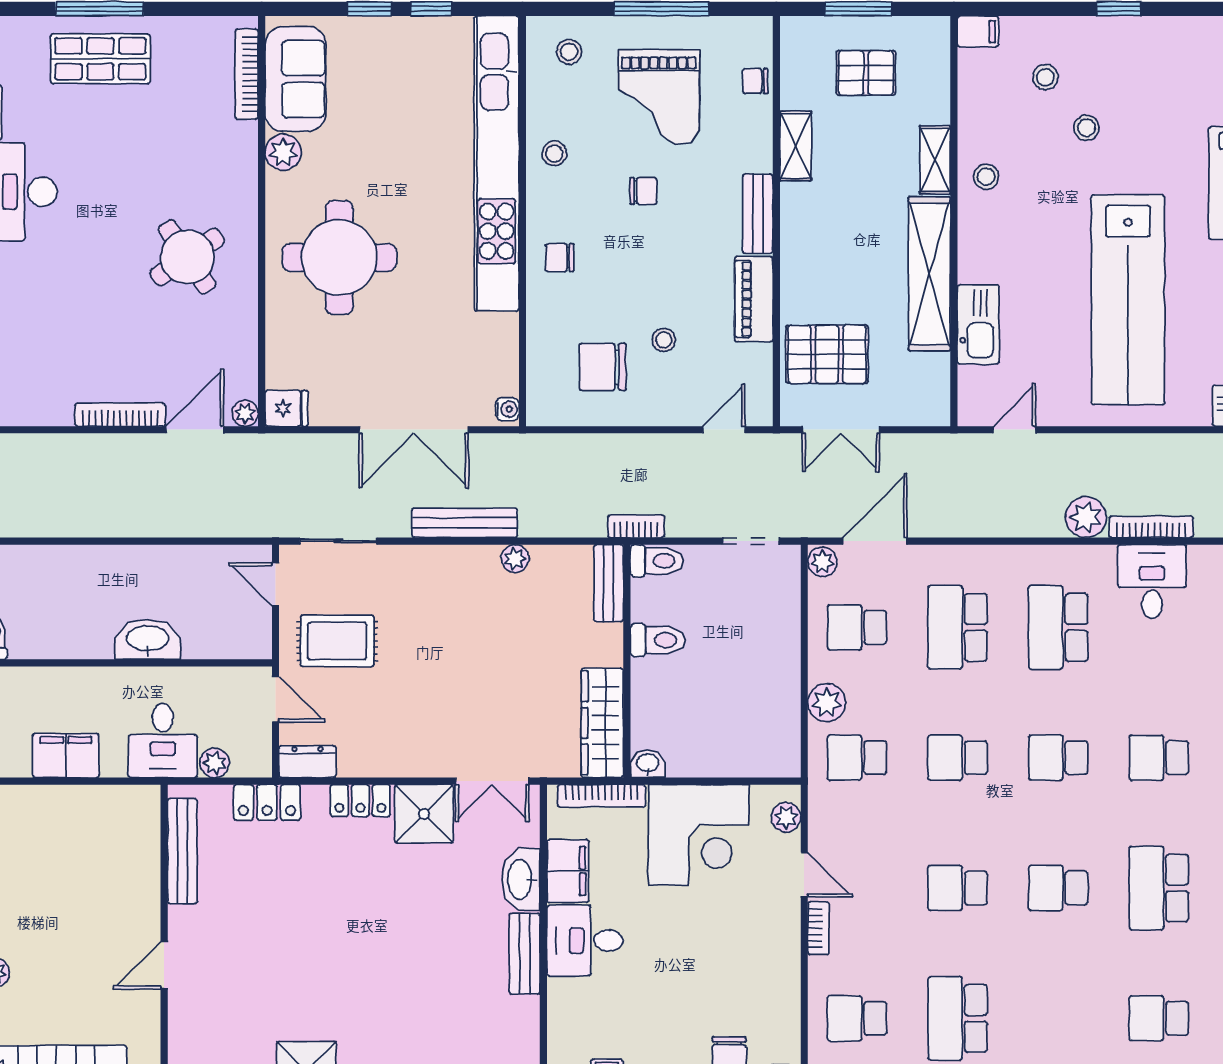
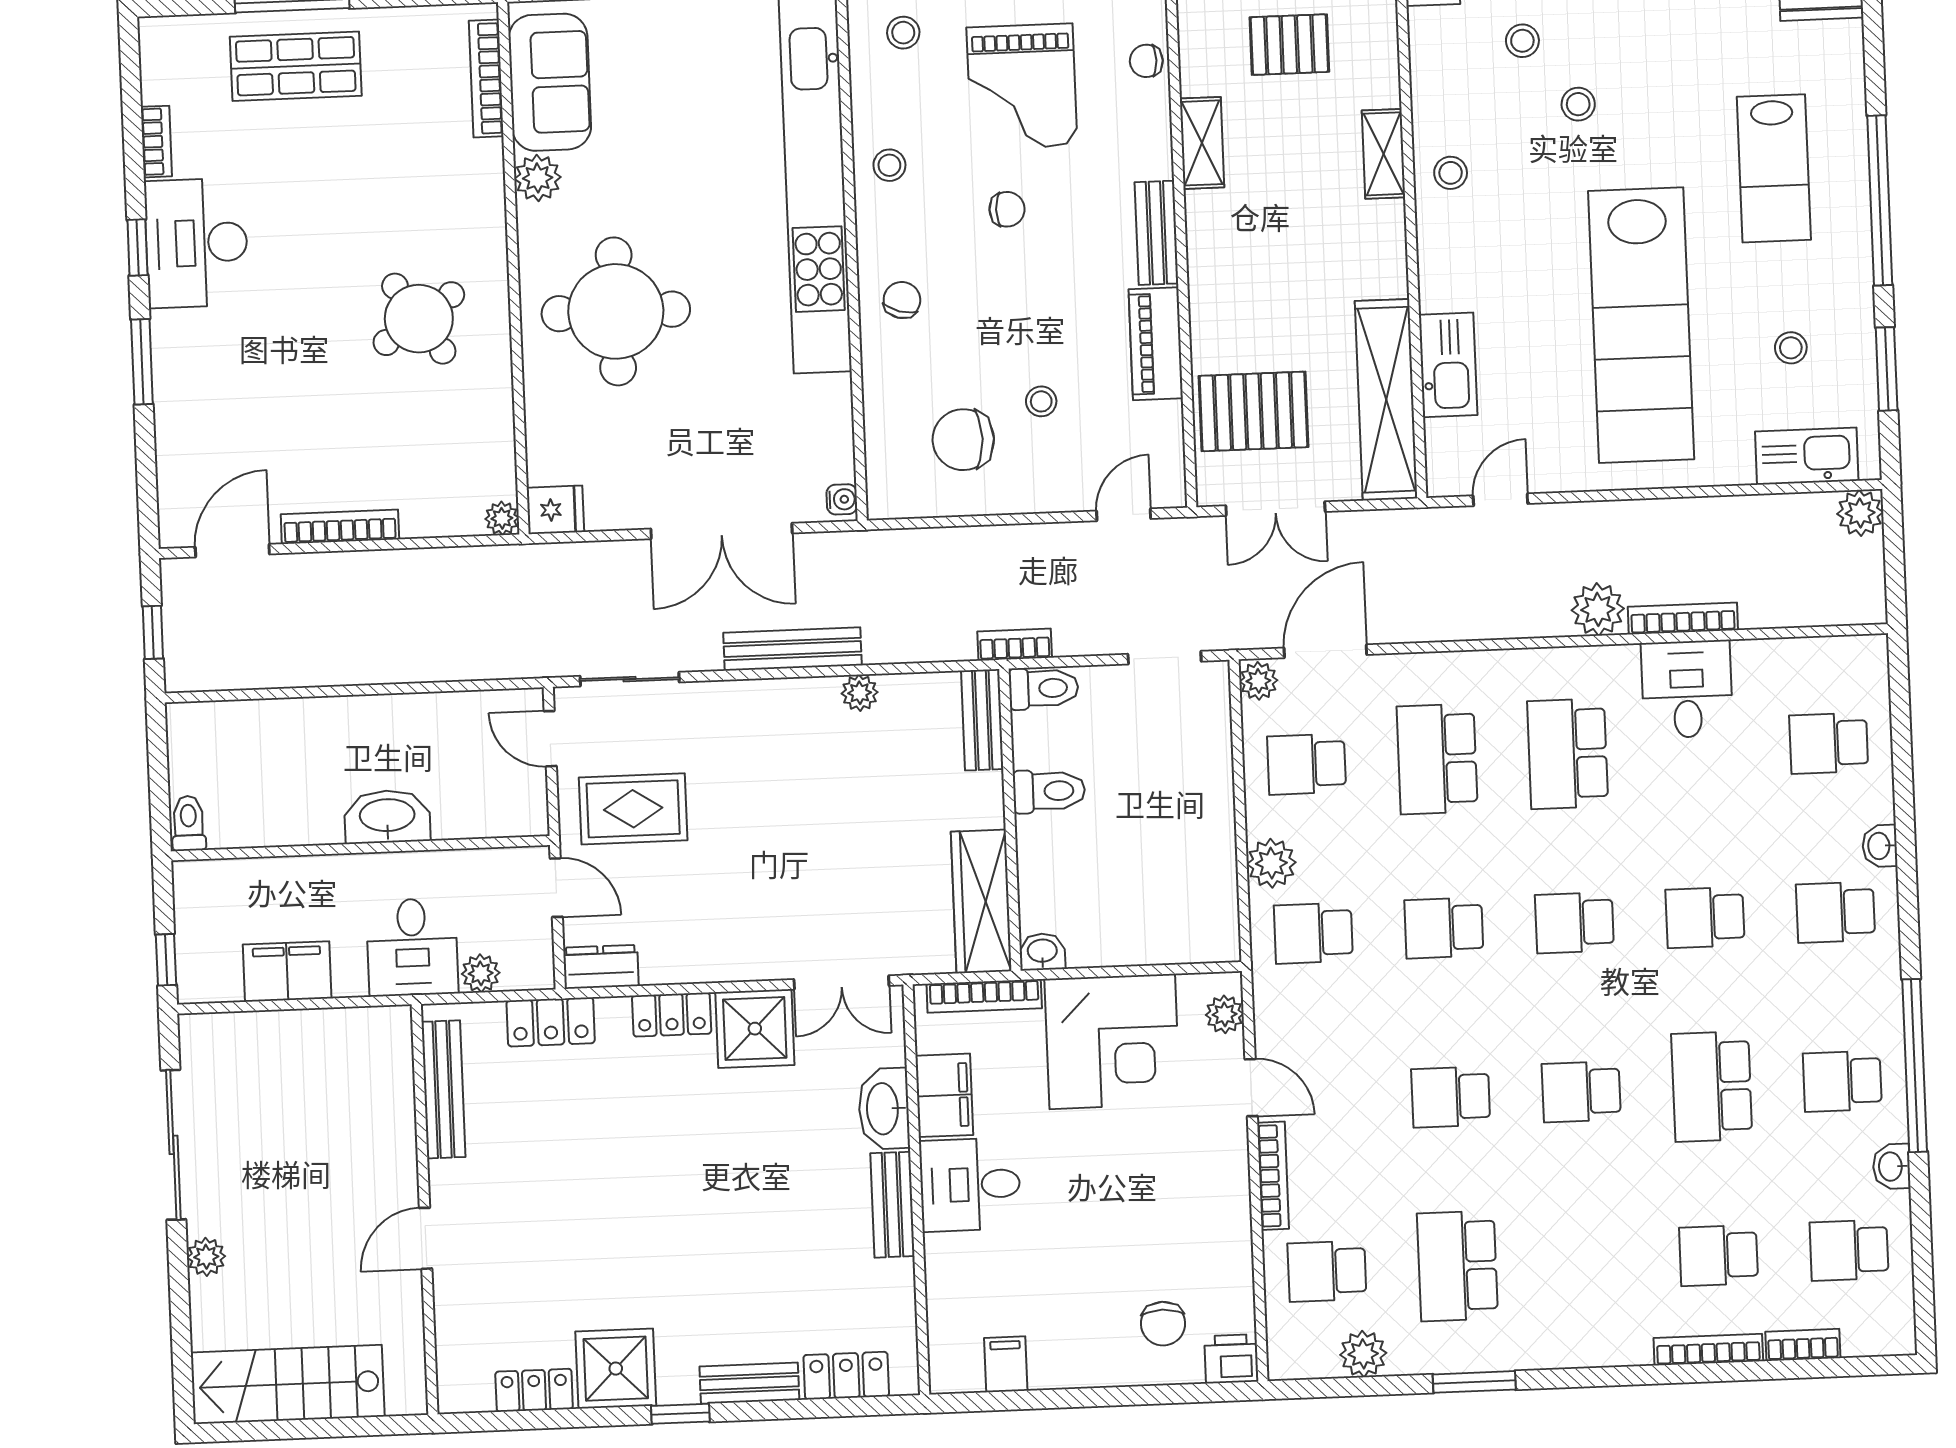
chair: (560, 258) -> (902, 300), turned 106
shelving: (929, 274) -> (1386, 400), moved
door: (195, 430) -> (232, 551), moved
bookcase: (818, 928) -> (1273, 1176), width x1.56

